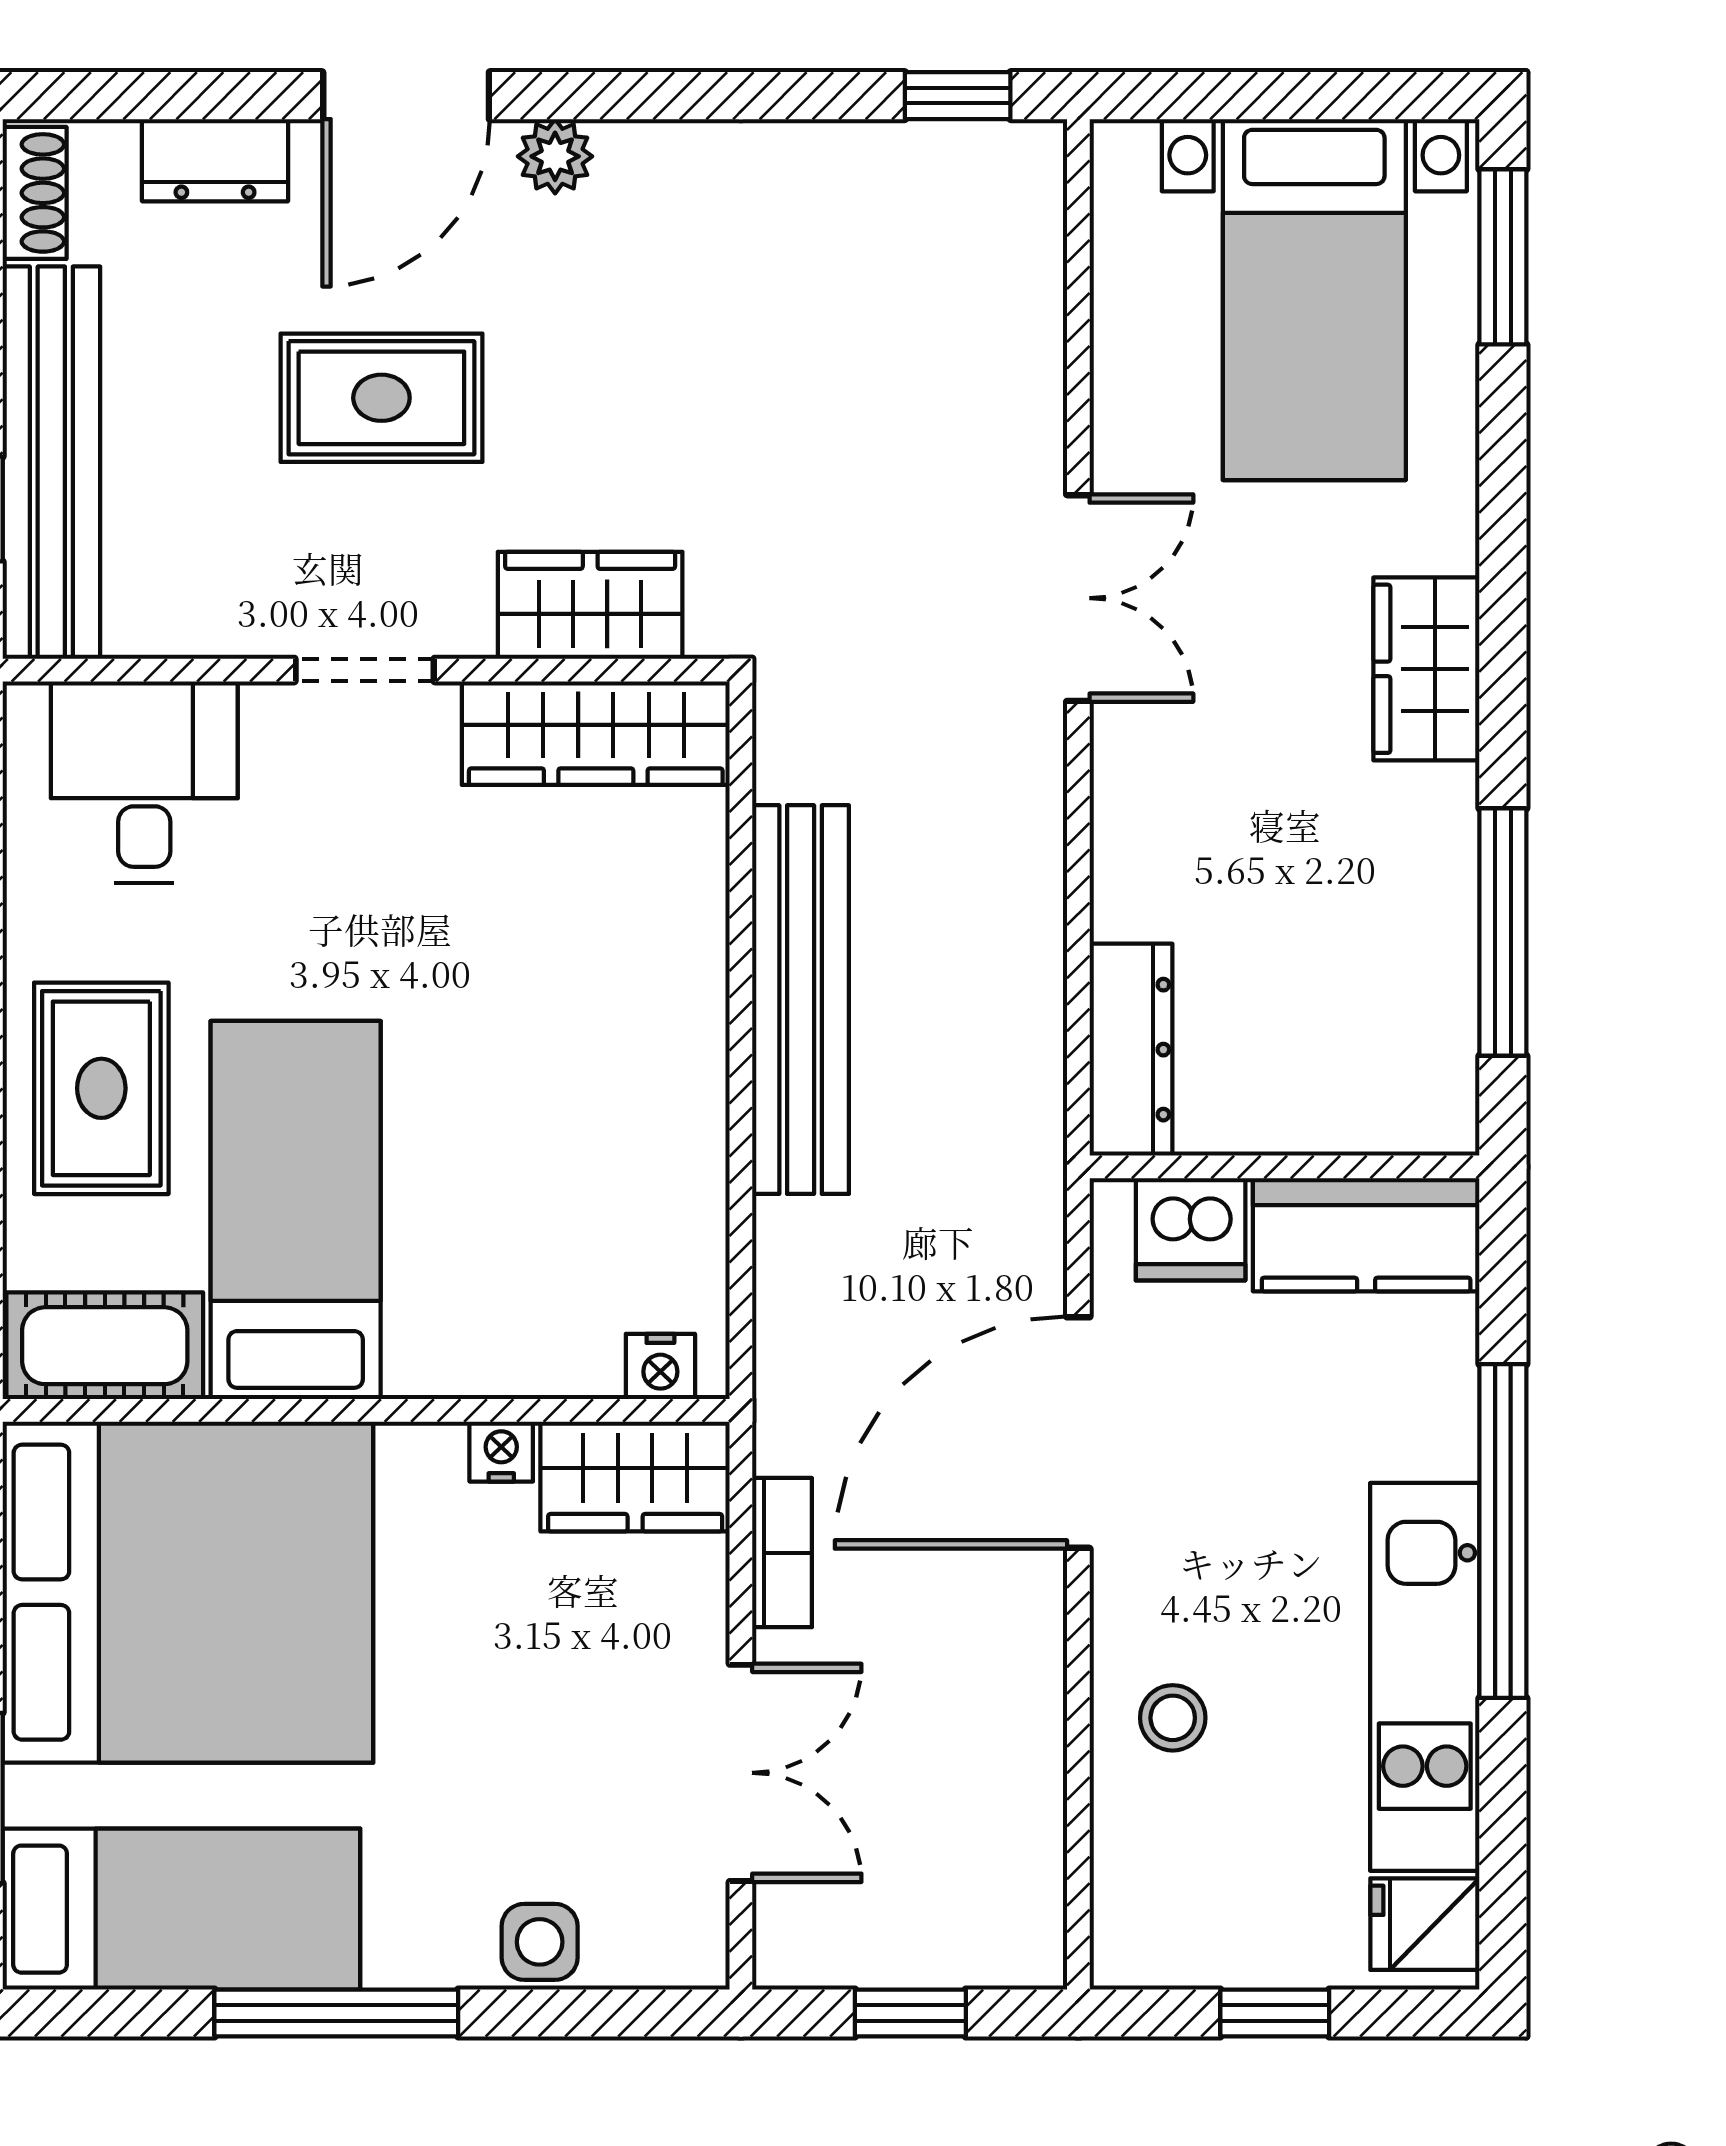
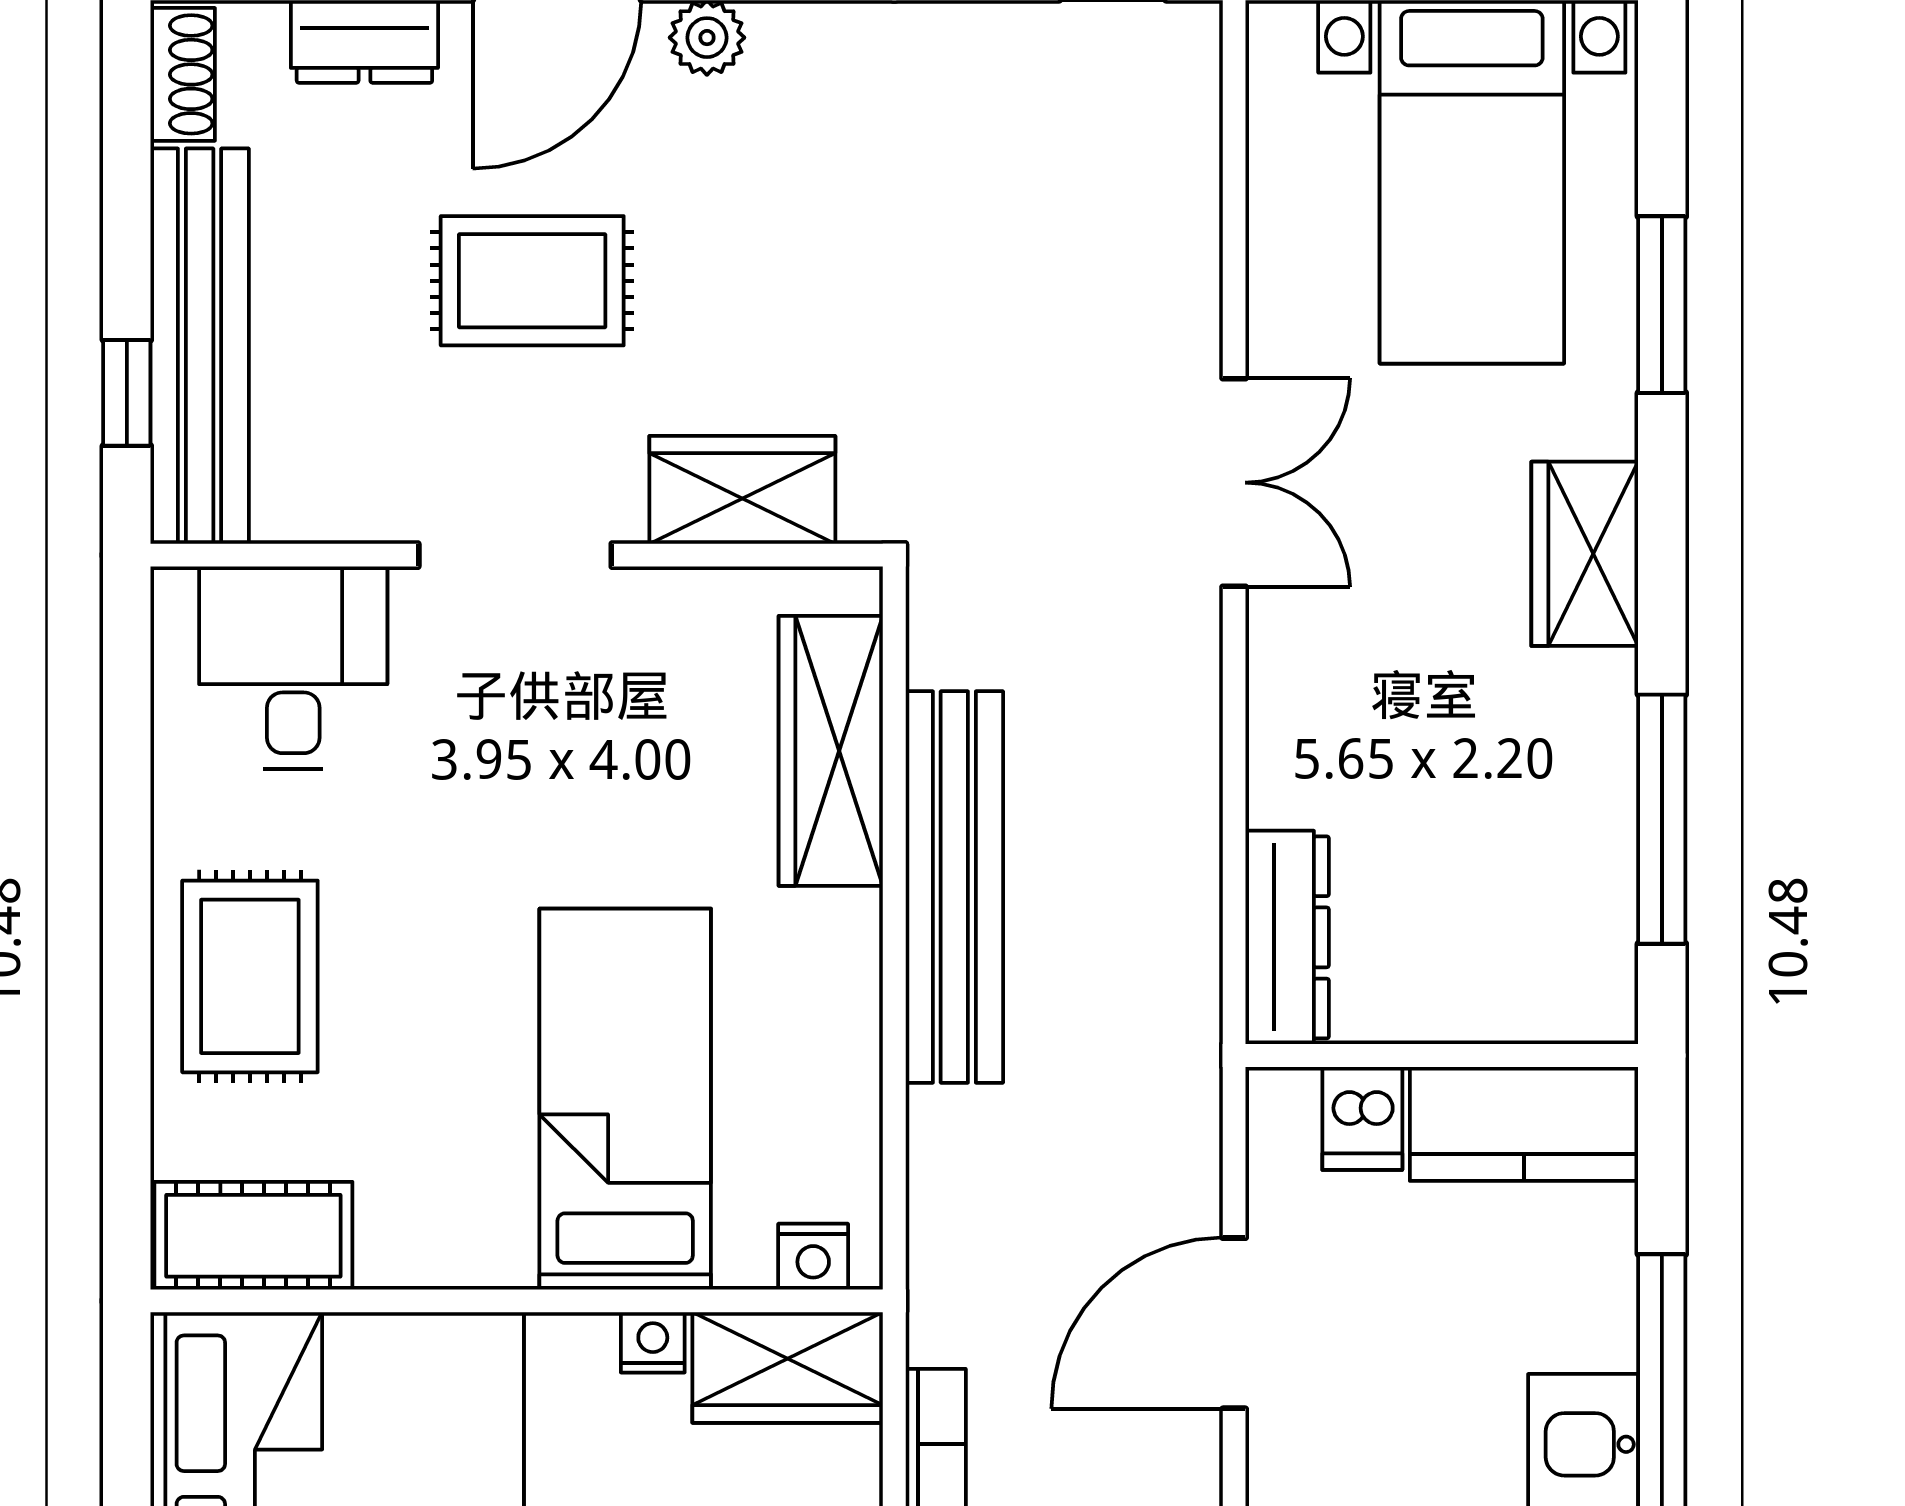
window: (1503, 257) -> (1662, 305), moved
doorway: (365, 670) -> (515, 555), width x1.38
wardrobe: (596, 733) -> (831, 751), moved, turned 90
bed: (296, 1210) -> (625, 1099), moved
dishwasher: (1191, 1229) -> (1362, 1118), width x0.73
door: (1078, 1433) -> (1234, 1323), width x0.73

